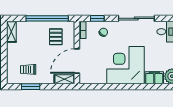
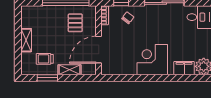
shelving: (11, 32) -> (26, 40), moved
corner desk: (126, 65) -> (152, 60), width x0.74, depth x0.74
shelving: (64, 79) -> (70, 70), moved

